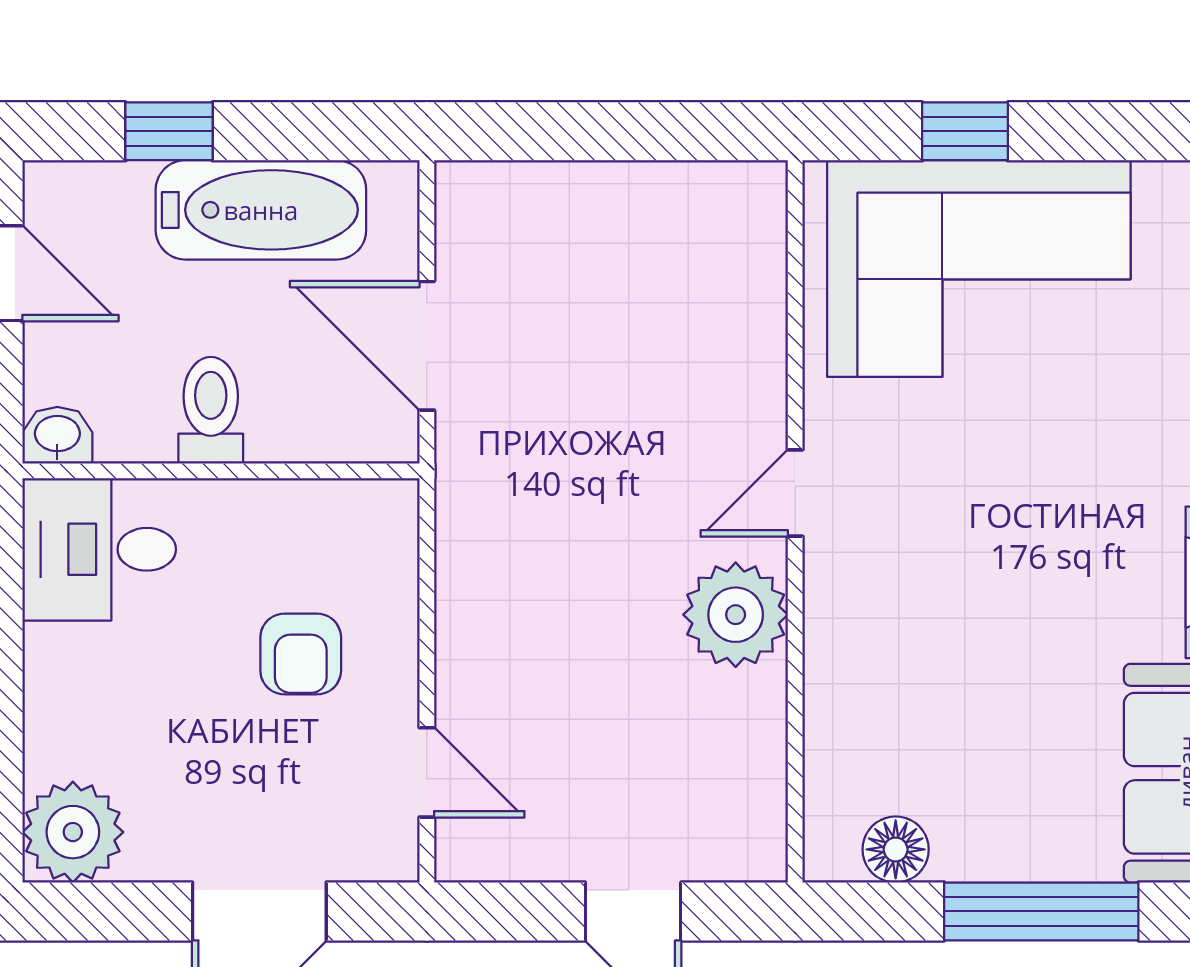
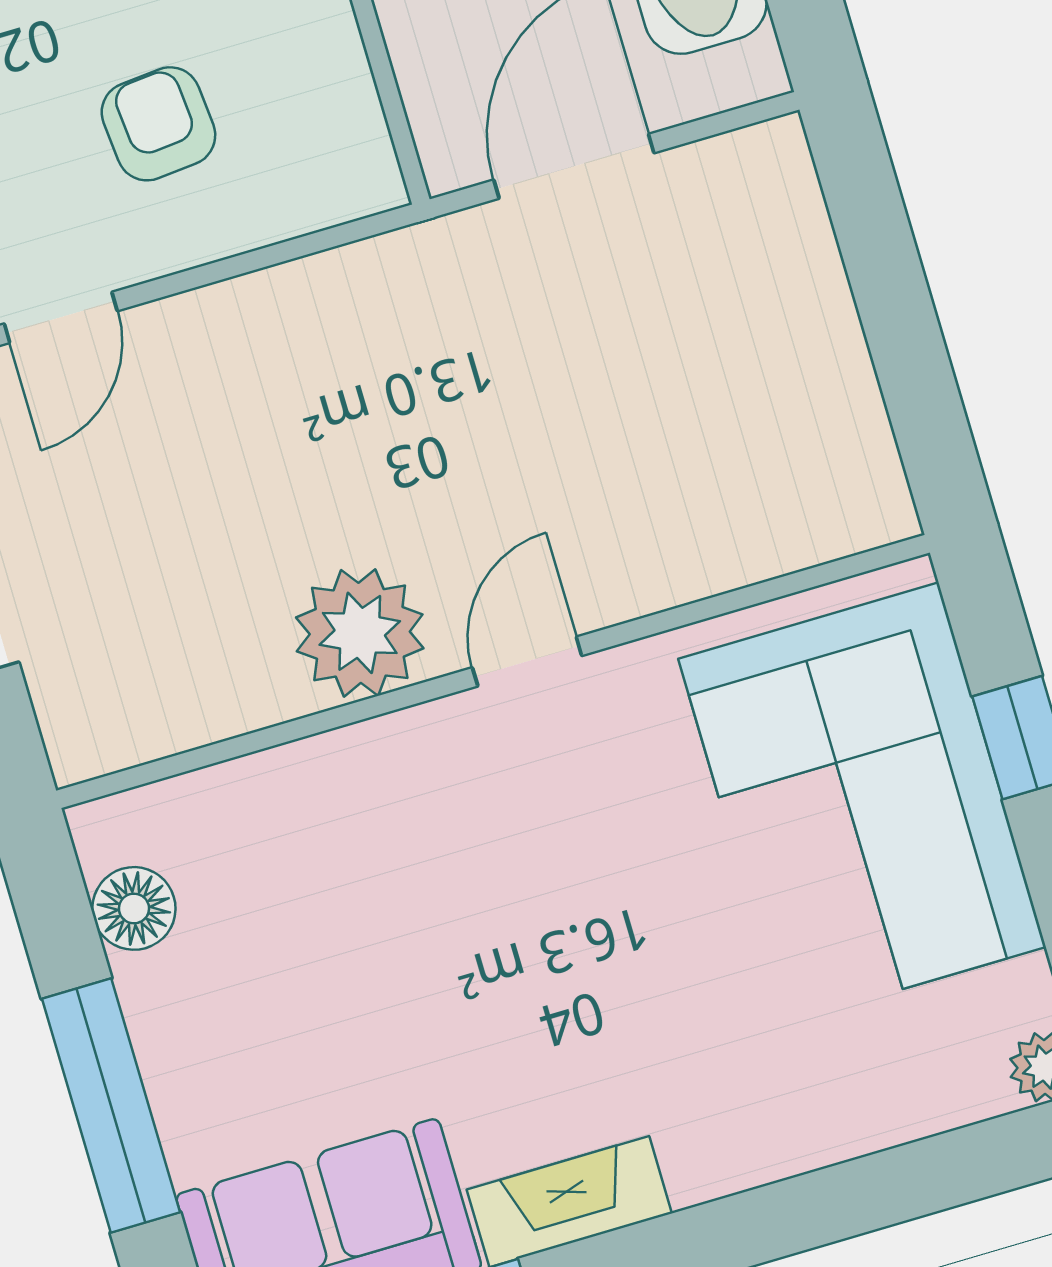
door: (795, 493) -> (527, 662), hinge flipped
armchair: (301, 654) -> (158, 124), turned 85

